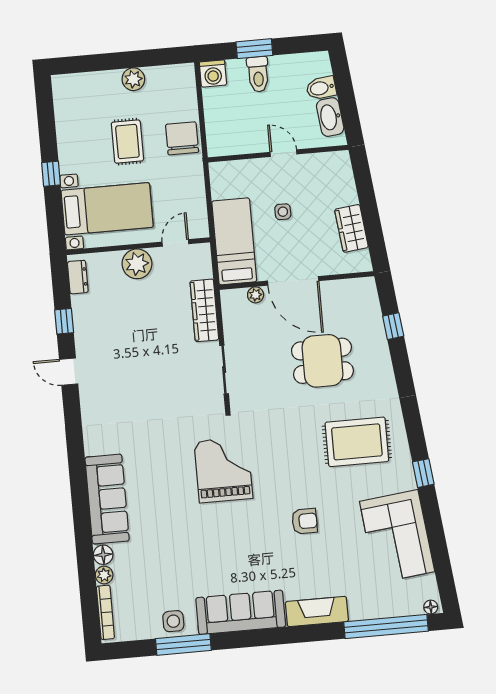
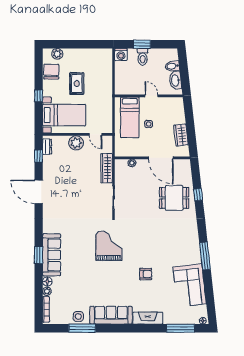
plant: (133, 79) -> (57, 54), moved
chair: (182, 138) -> (51, 72), moved
bed: (234, 241) -> (130, 117), moved, turned 180
door: (175, 243) -> (95, 134), swing flipped
door: (293, 281) -> (161, 158), moved
window: (64, 321) -> (39, 156), moved
window: (393, 326) -> (198, 195), moved
dining table: (322, 361) -> (174, 198), moved
door: (69, 372) -> (39, 192), width x1.88
rug: (357, 442) -> (174, 238), removed
window: (423, 473) -> (205, 256), width x2.17
window: (80, 502) -> (39, 255), added
window: (386, 626) -> (180, 328), width x0.68

